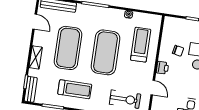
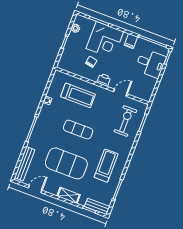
treadmill: (141, 45) -> (78, 95), turned 180
exercise mat: (106, 52) -> (78, 130), width x0.50, depth x0.69

